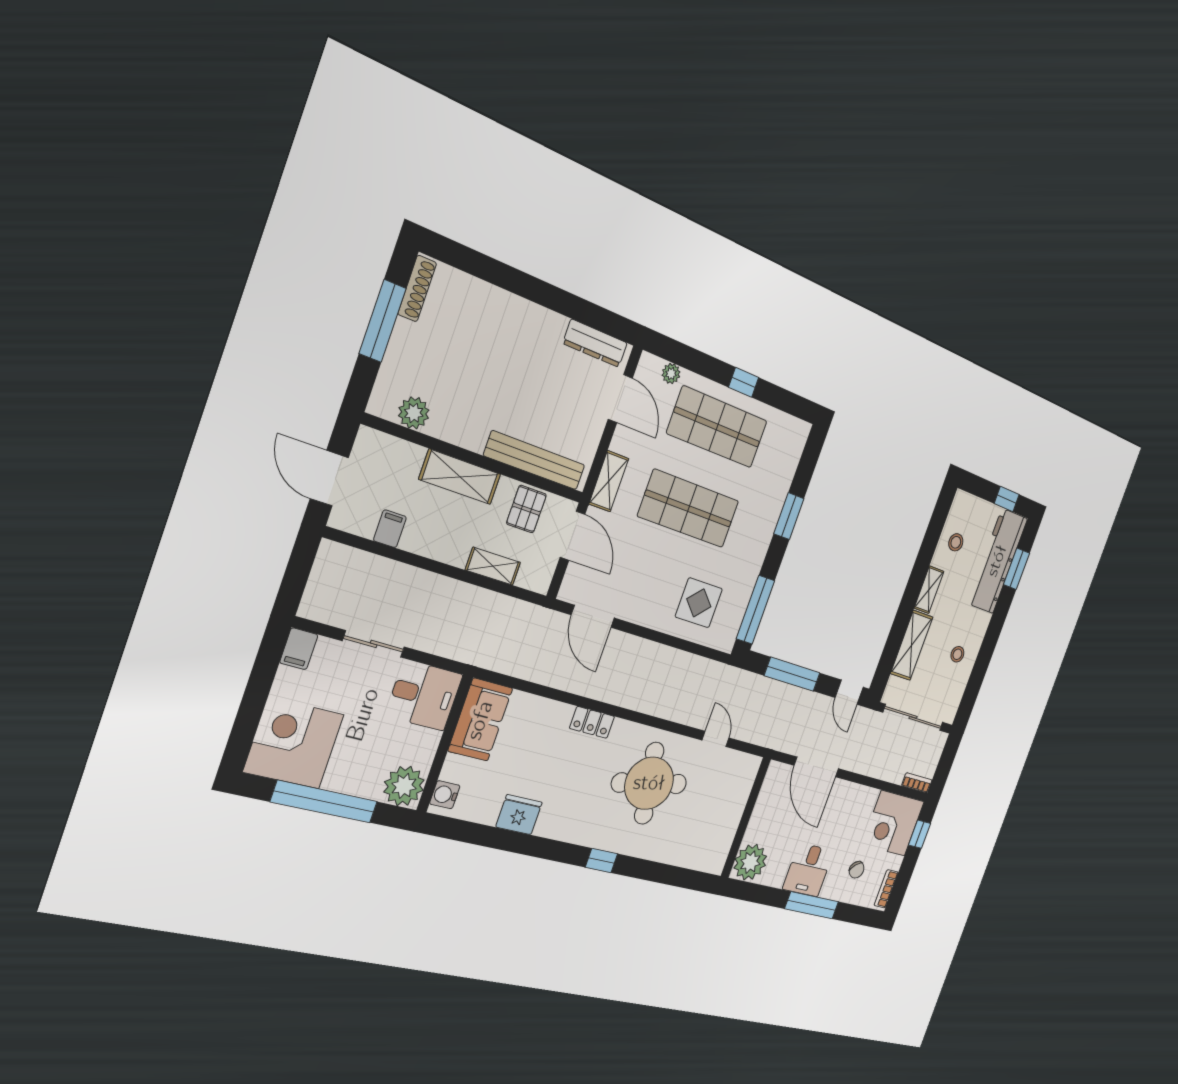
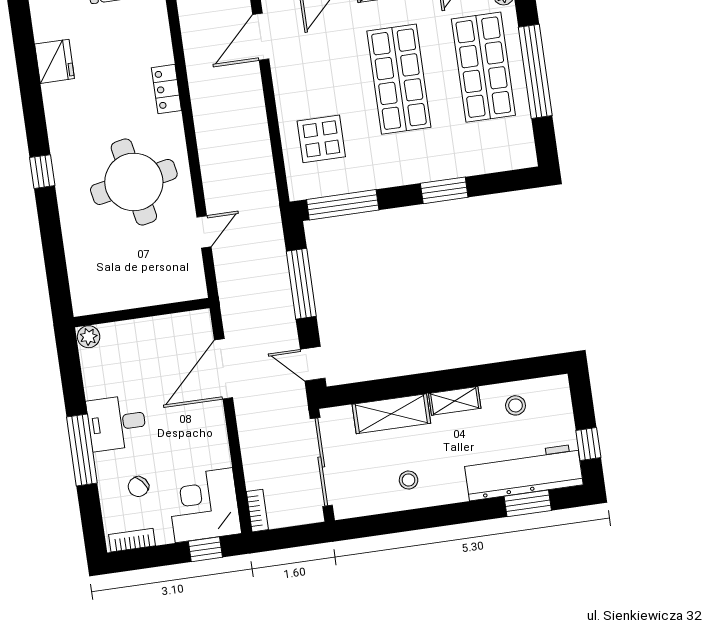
window: (744, 382) -> (535, 71), width x3.17
door: (849, 692) -> (313, 364), hinge flipped
plant: (750, 862) -> (89, 337), width x0.53, depth x0.53

